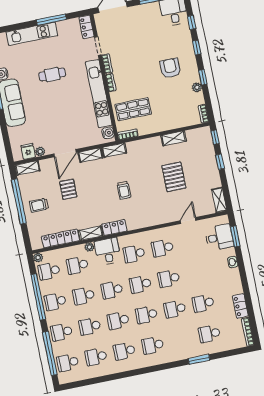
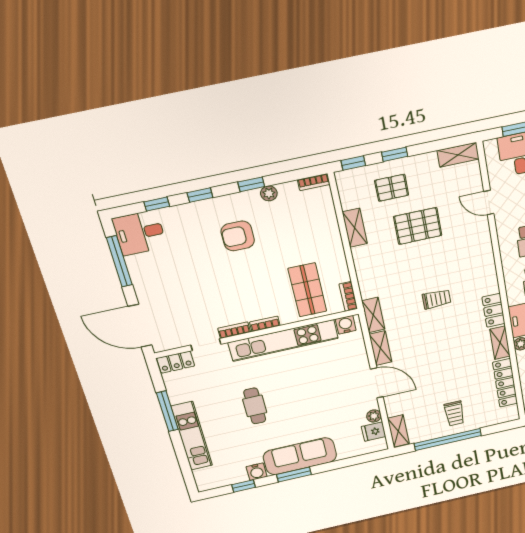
pallet: (68, 189) -> (392, 188), moved

